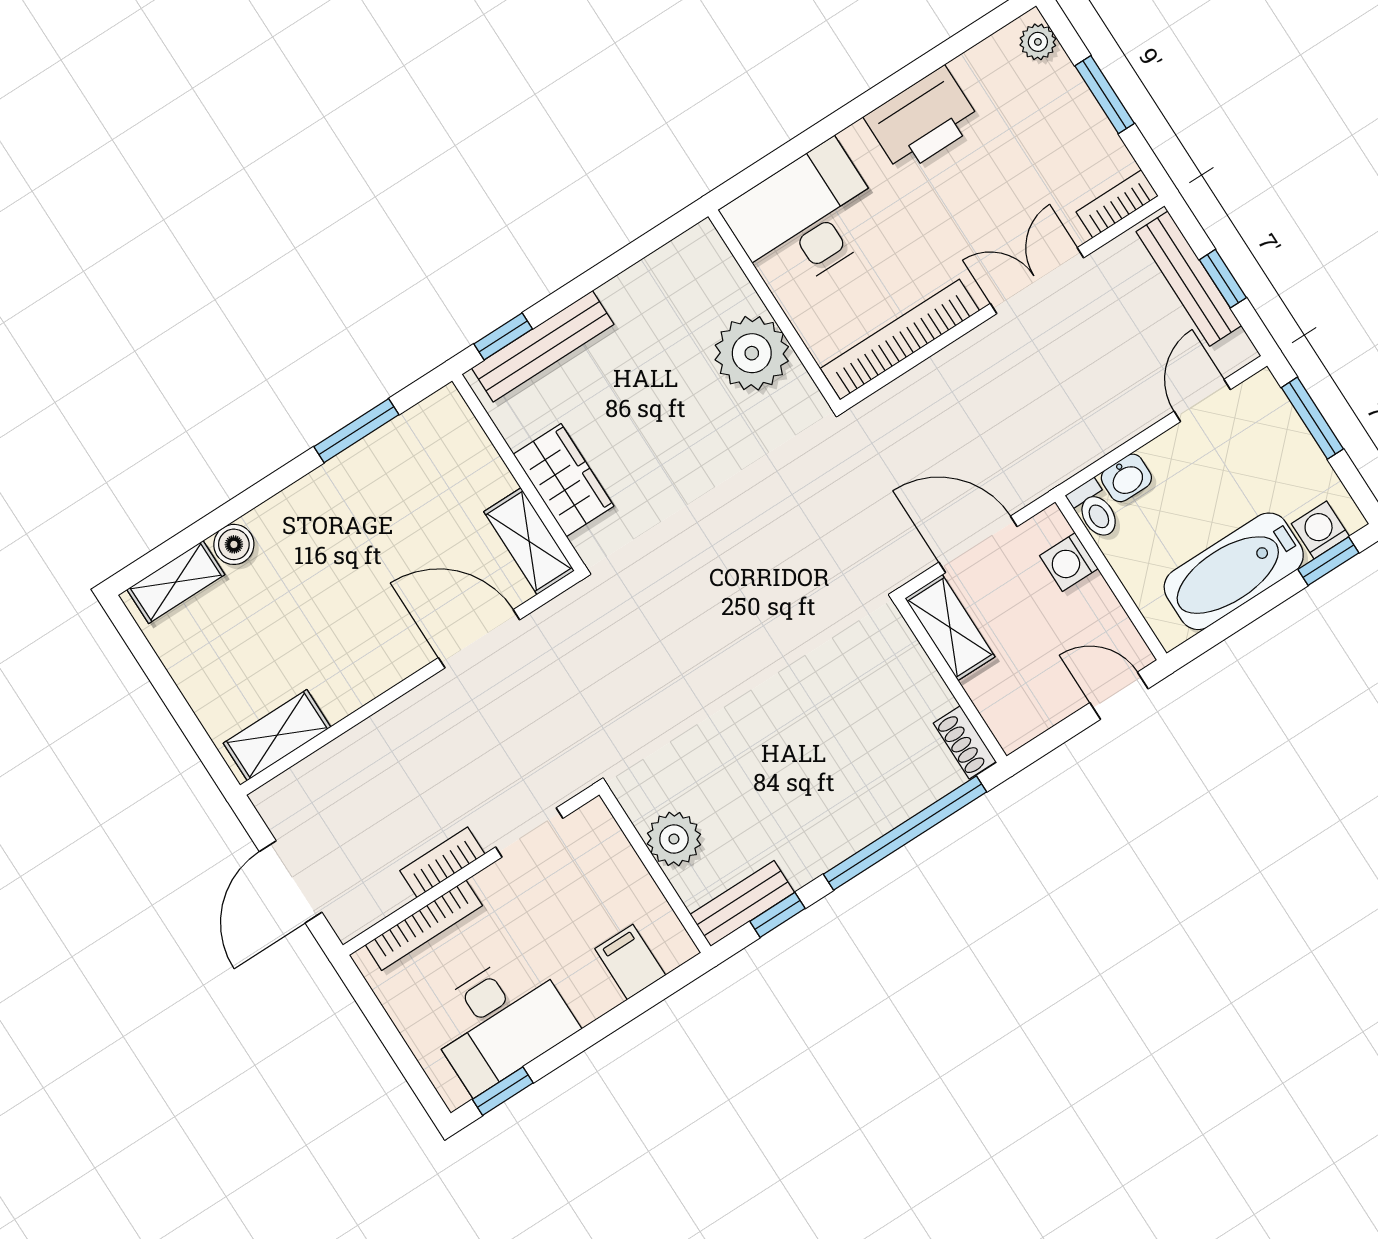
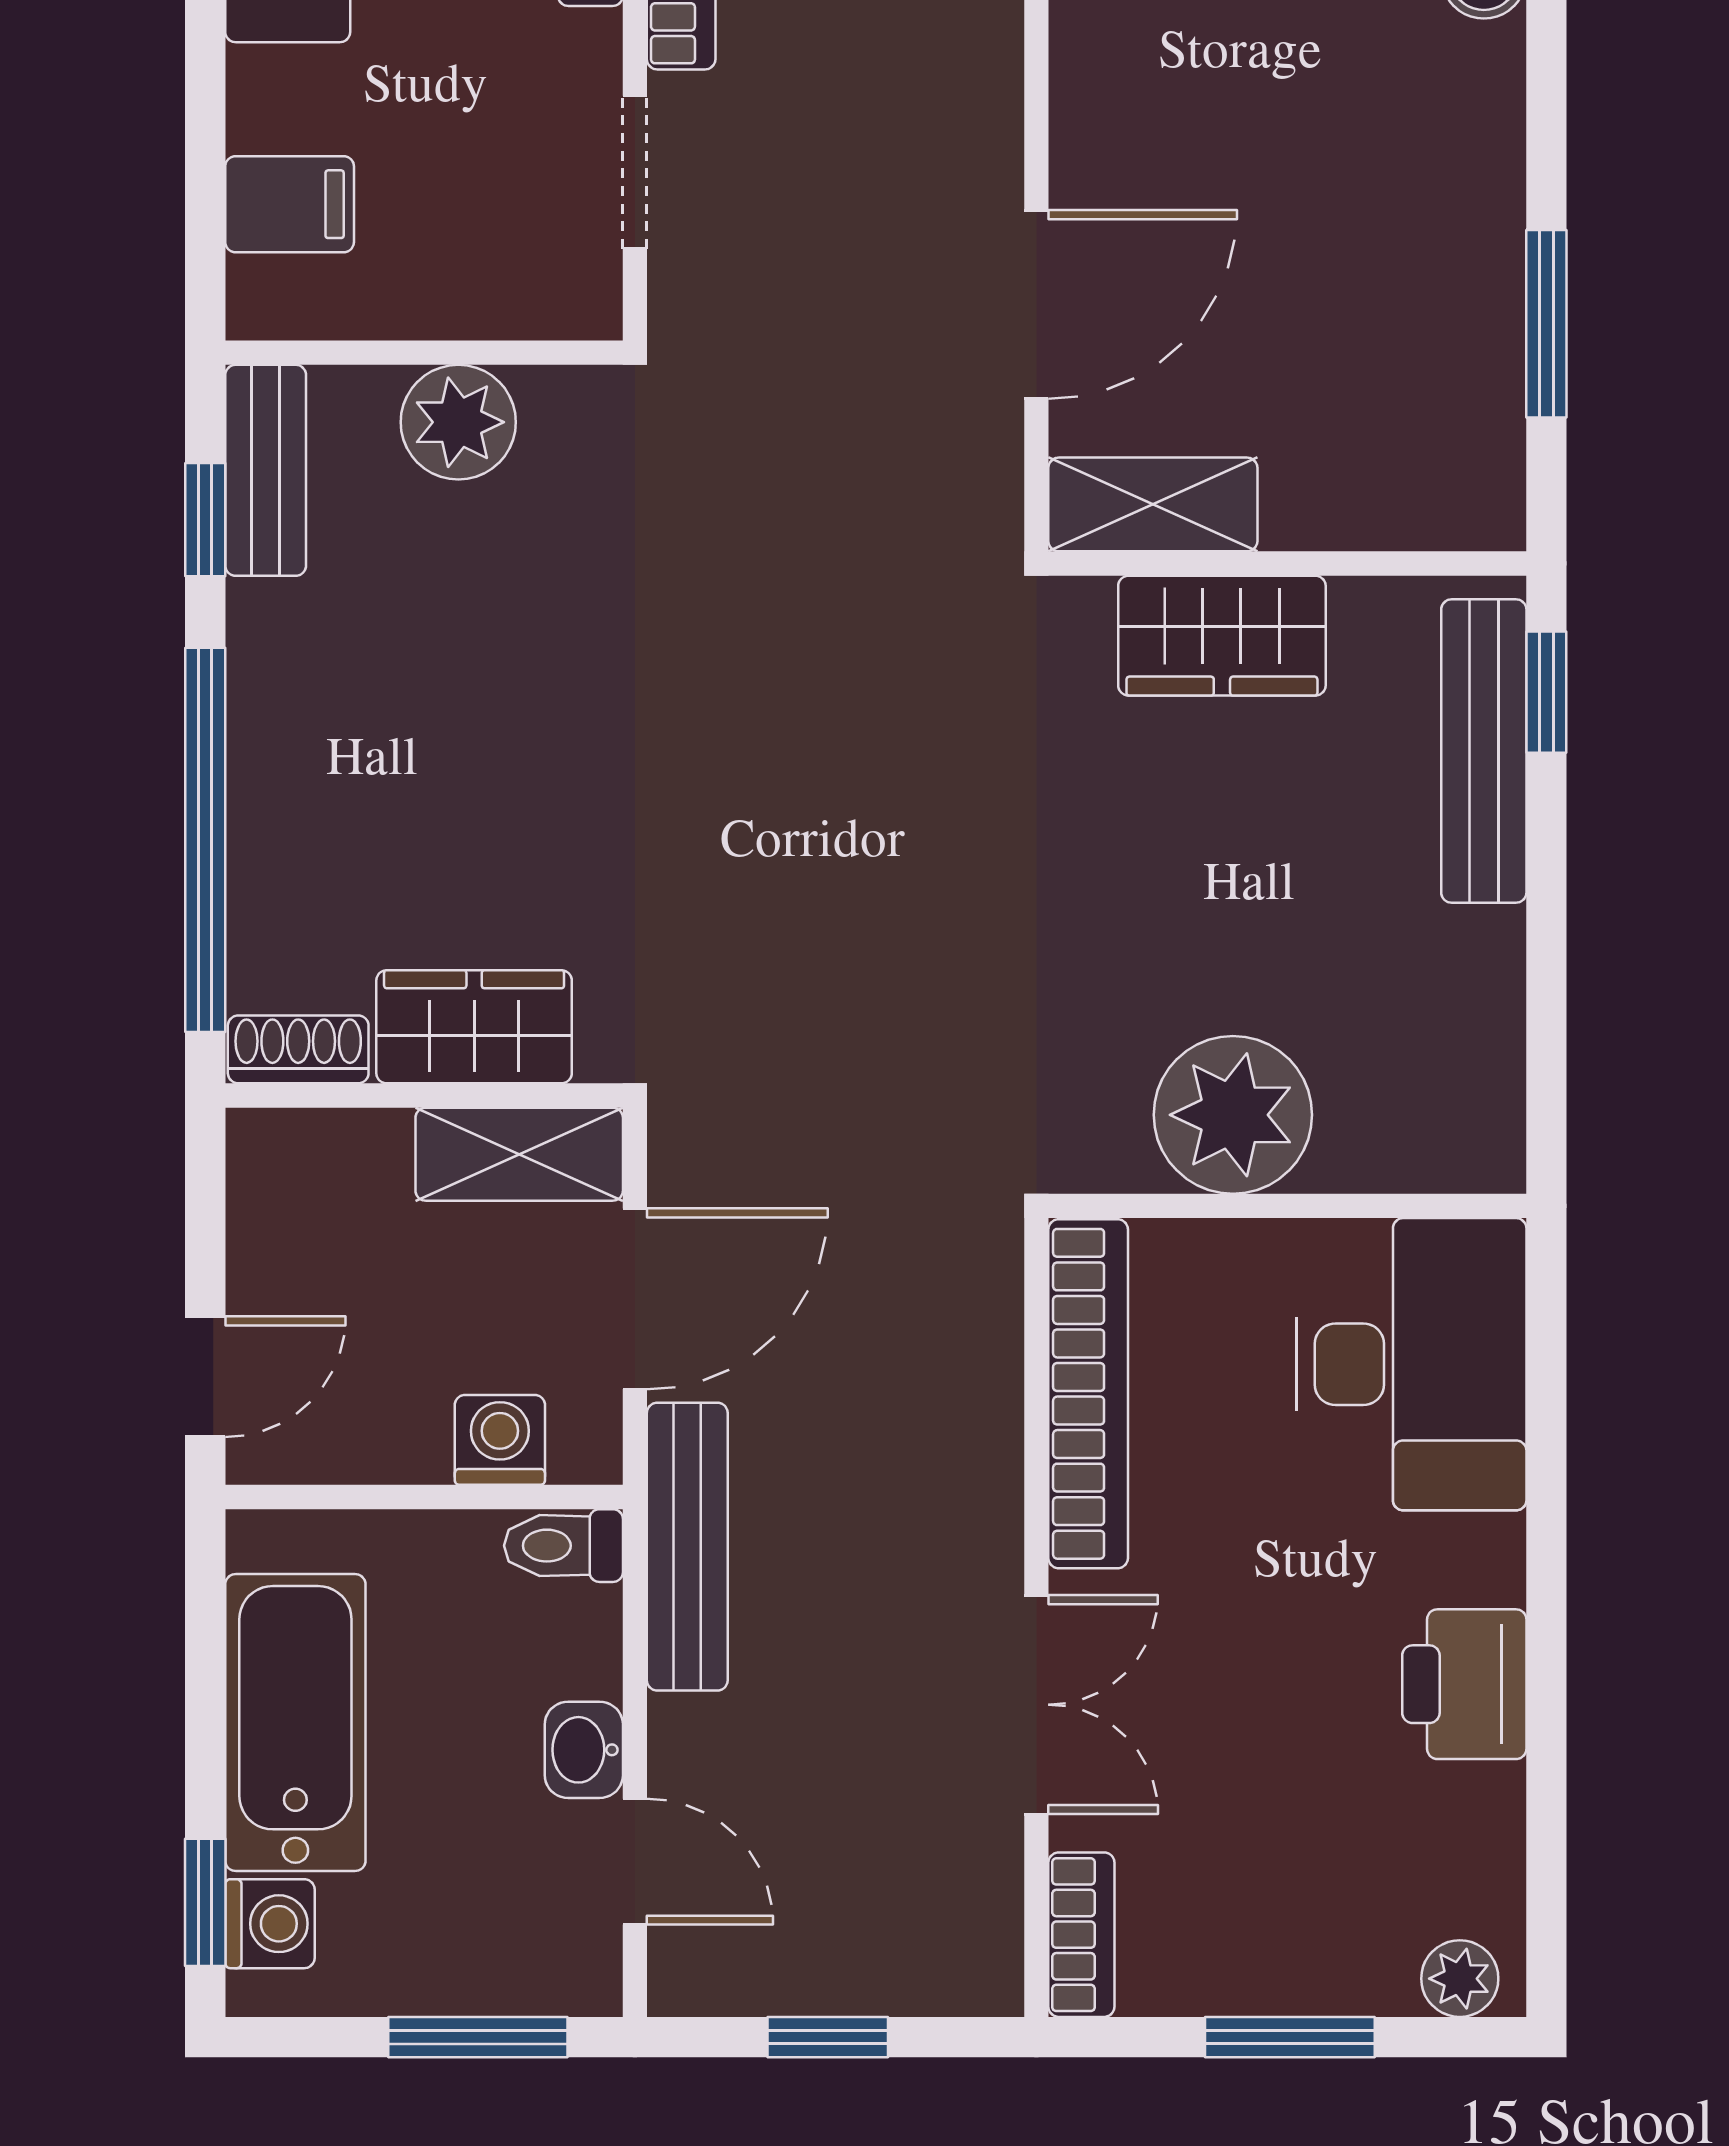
printer: (922, 120) -> (1464, 1684), width x0.73, depth x0.84
bench: (1189, 279) -> (687, 1547), moved, turned 90
washbasin: (1126, 478) -> (584, 1750), moved
wardrobe: (911, 678) -> (474, 1027), added

